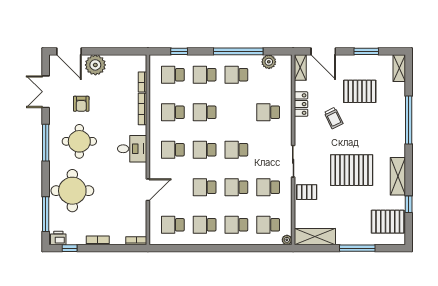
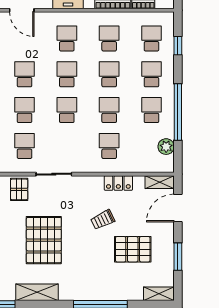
pallet: (360, 91) -> (133, 249), turned 90
school desk: (236, 112) -> (109, 110), added

